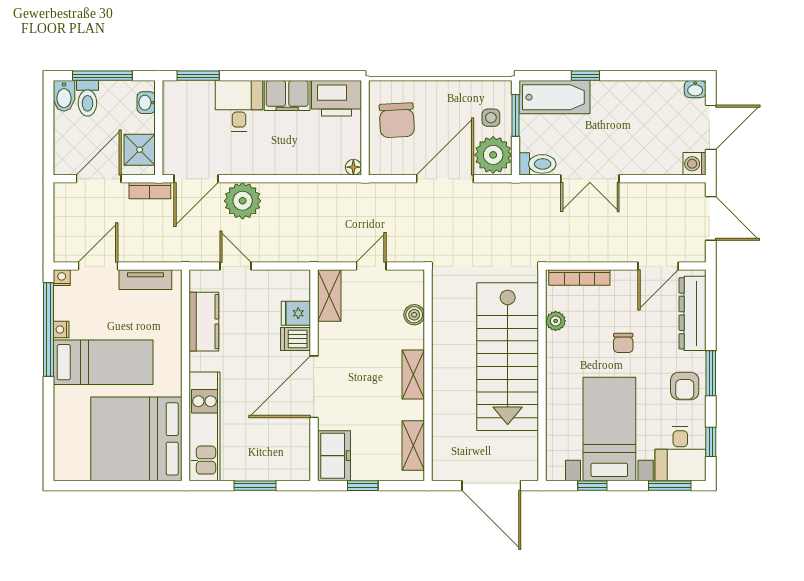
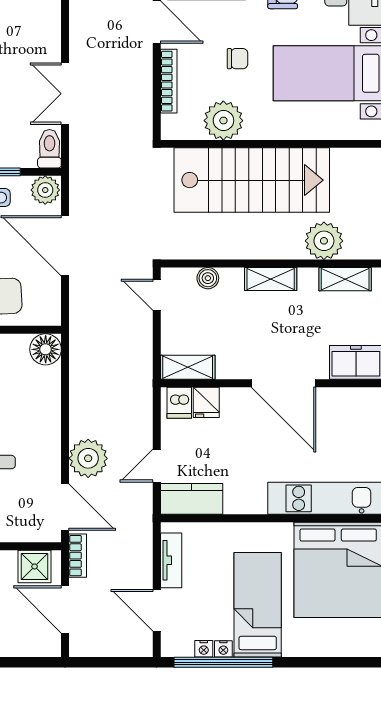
plant: (493, 155) -> (45, 190), width x0.73, depth x0.73
floor lamp: (353, 167) -> (46, 349), width x1.89, depth x1.89
double door: (590, 179) -> (65, 94), swing flipped
door: (371, 266) -> (157, 295), moved
bookcase: (579, 277) -> (169, 81), moved
nightstand: (62, 278) -> (204, 649), moved, turned -90
plant: (556, 321) -> (223, 121), width x1.88, depth x1.88
kitchen counter: (204, 322) -> (192, 499), moved
dishwasher: (295, 339) -> (179, 403), moved
plant: (450, 425) -> (324, 241), added

